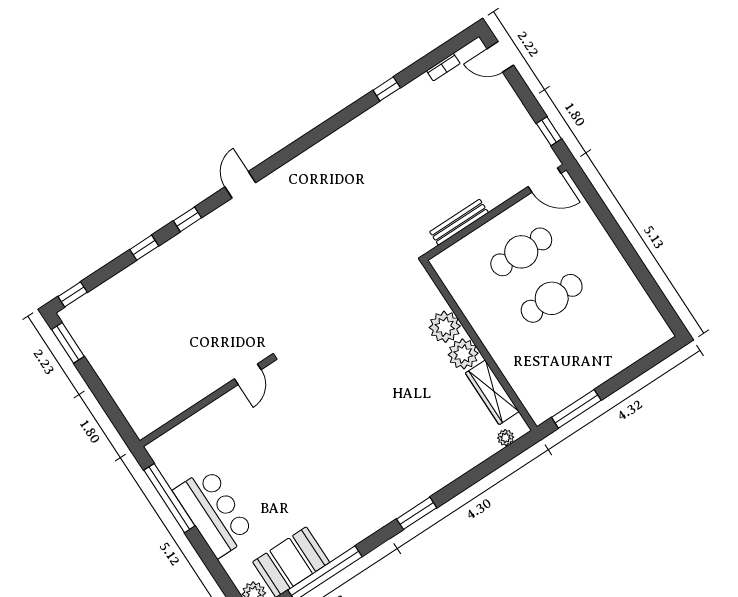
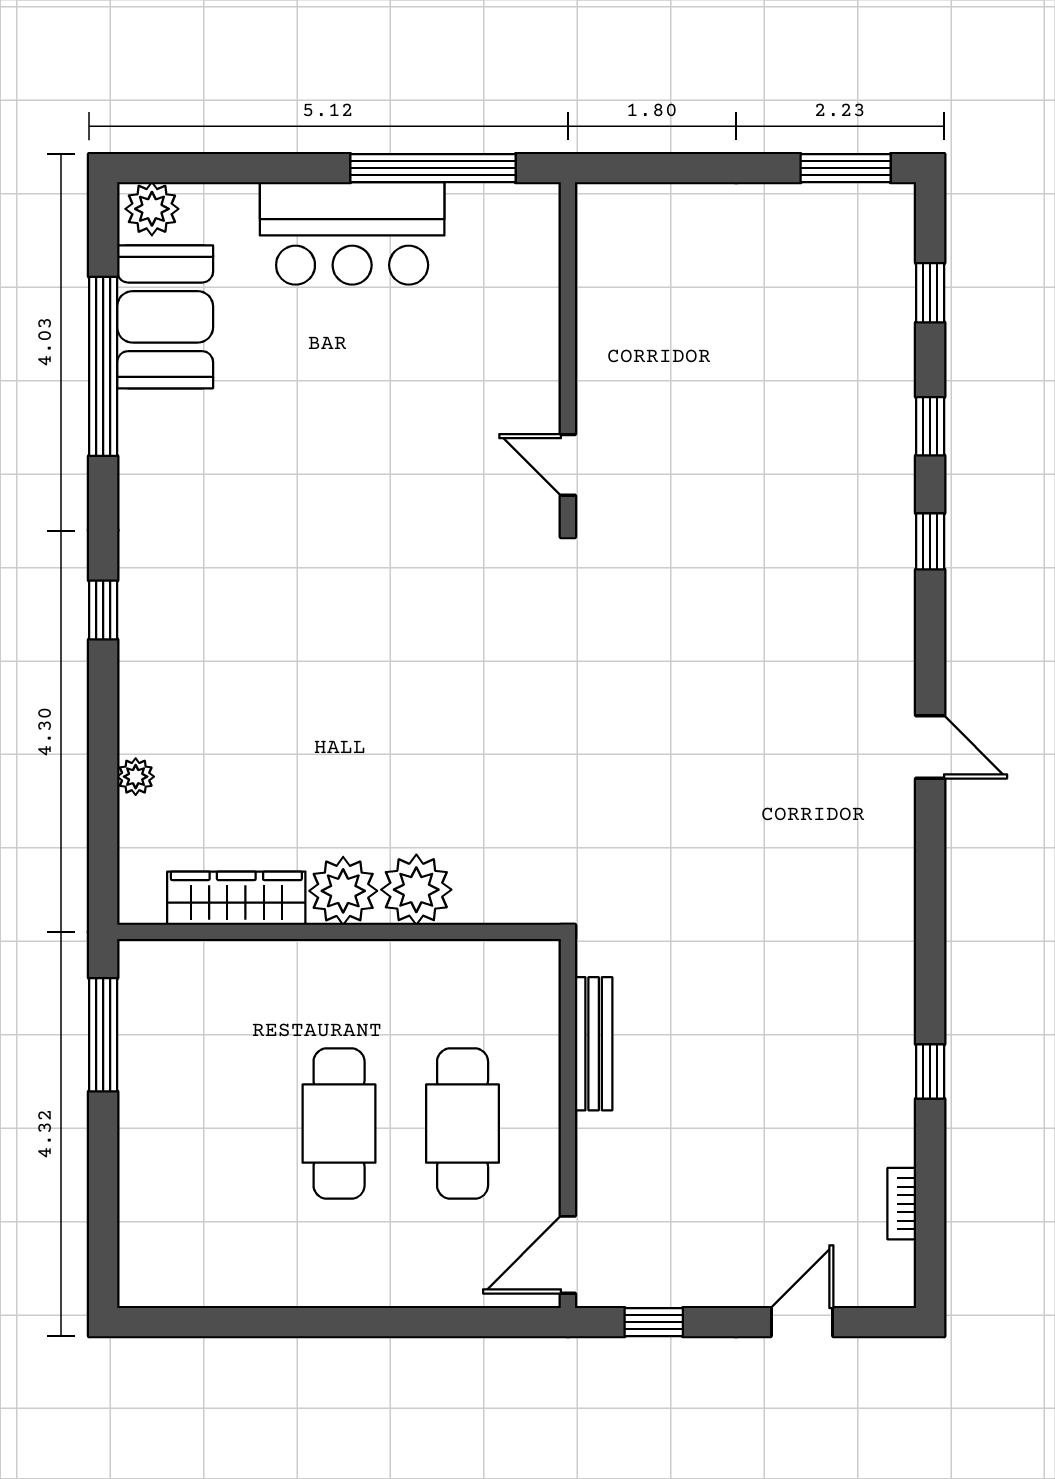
door: (500, 57) -> (802, 1322), moved
door: (240, 185) -> (930, 747), moved
window: (73, 294) -> (930, 293), moved
plant: (506, 438) -> (136, 777), moved
window: (417, 513) -> (103, 610), width x0.67

